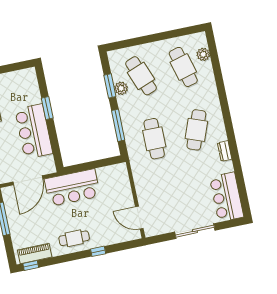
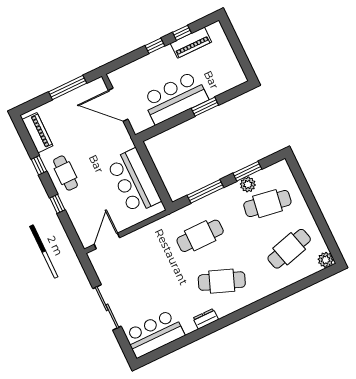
plant: (203, 54) -> (326, 260), moved
cafe table: (141, 76) -> (267, 204), turned 30
bar counter: (72, 188) -> (134, 181), moved
window: (31, 265) -> (39, 165), moved

